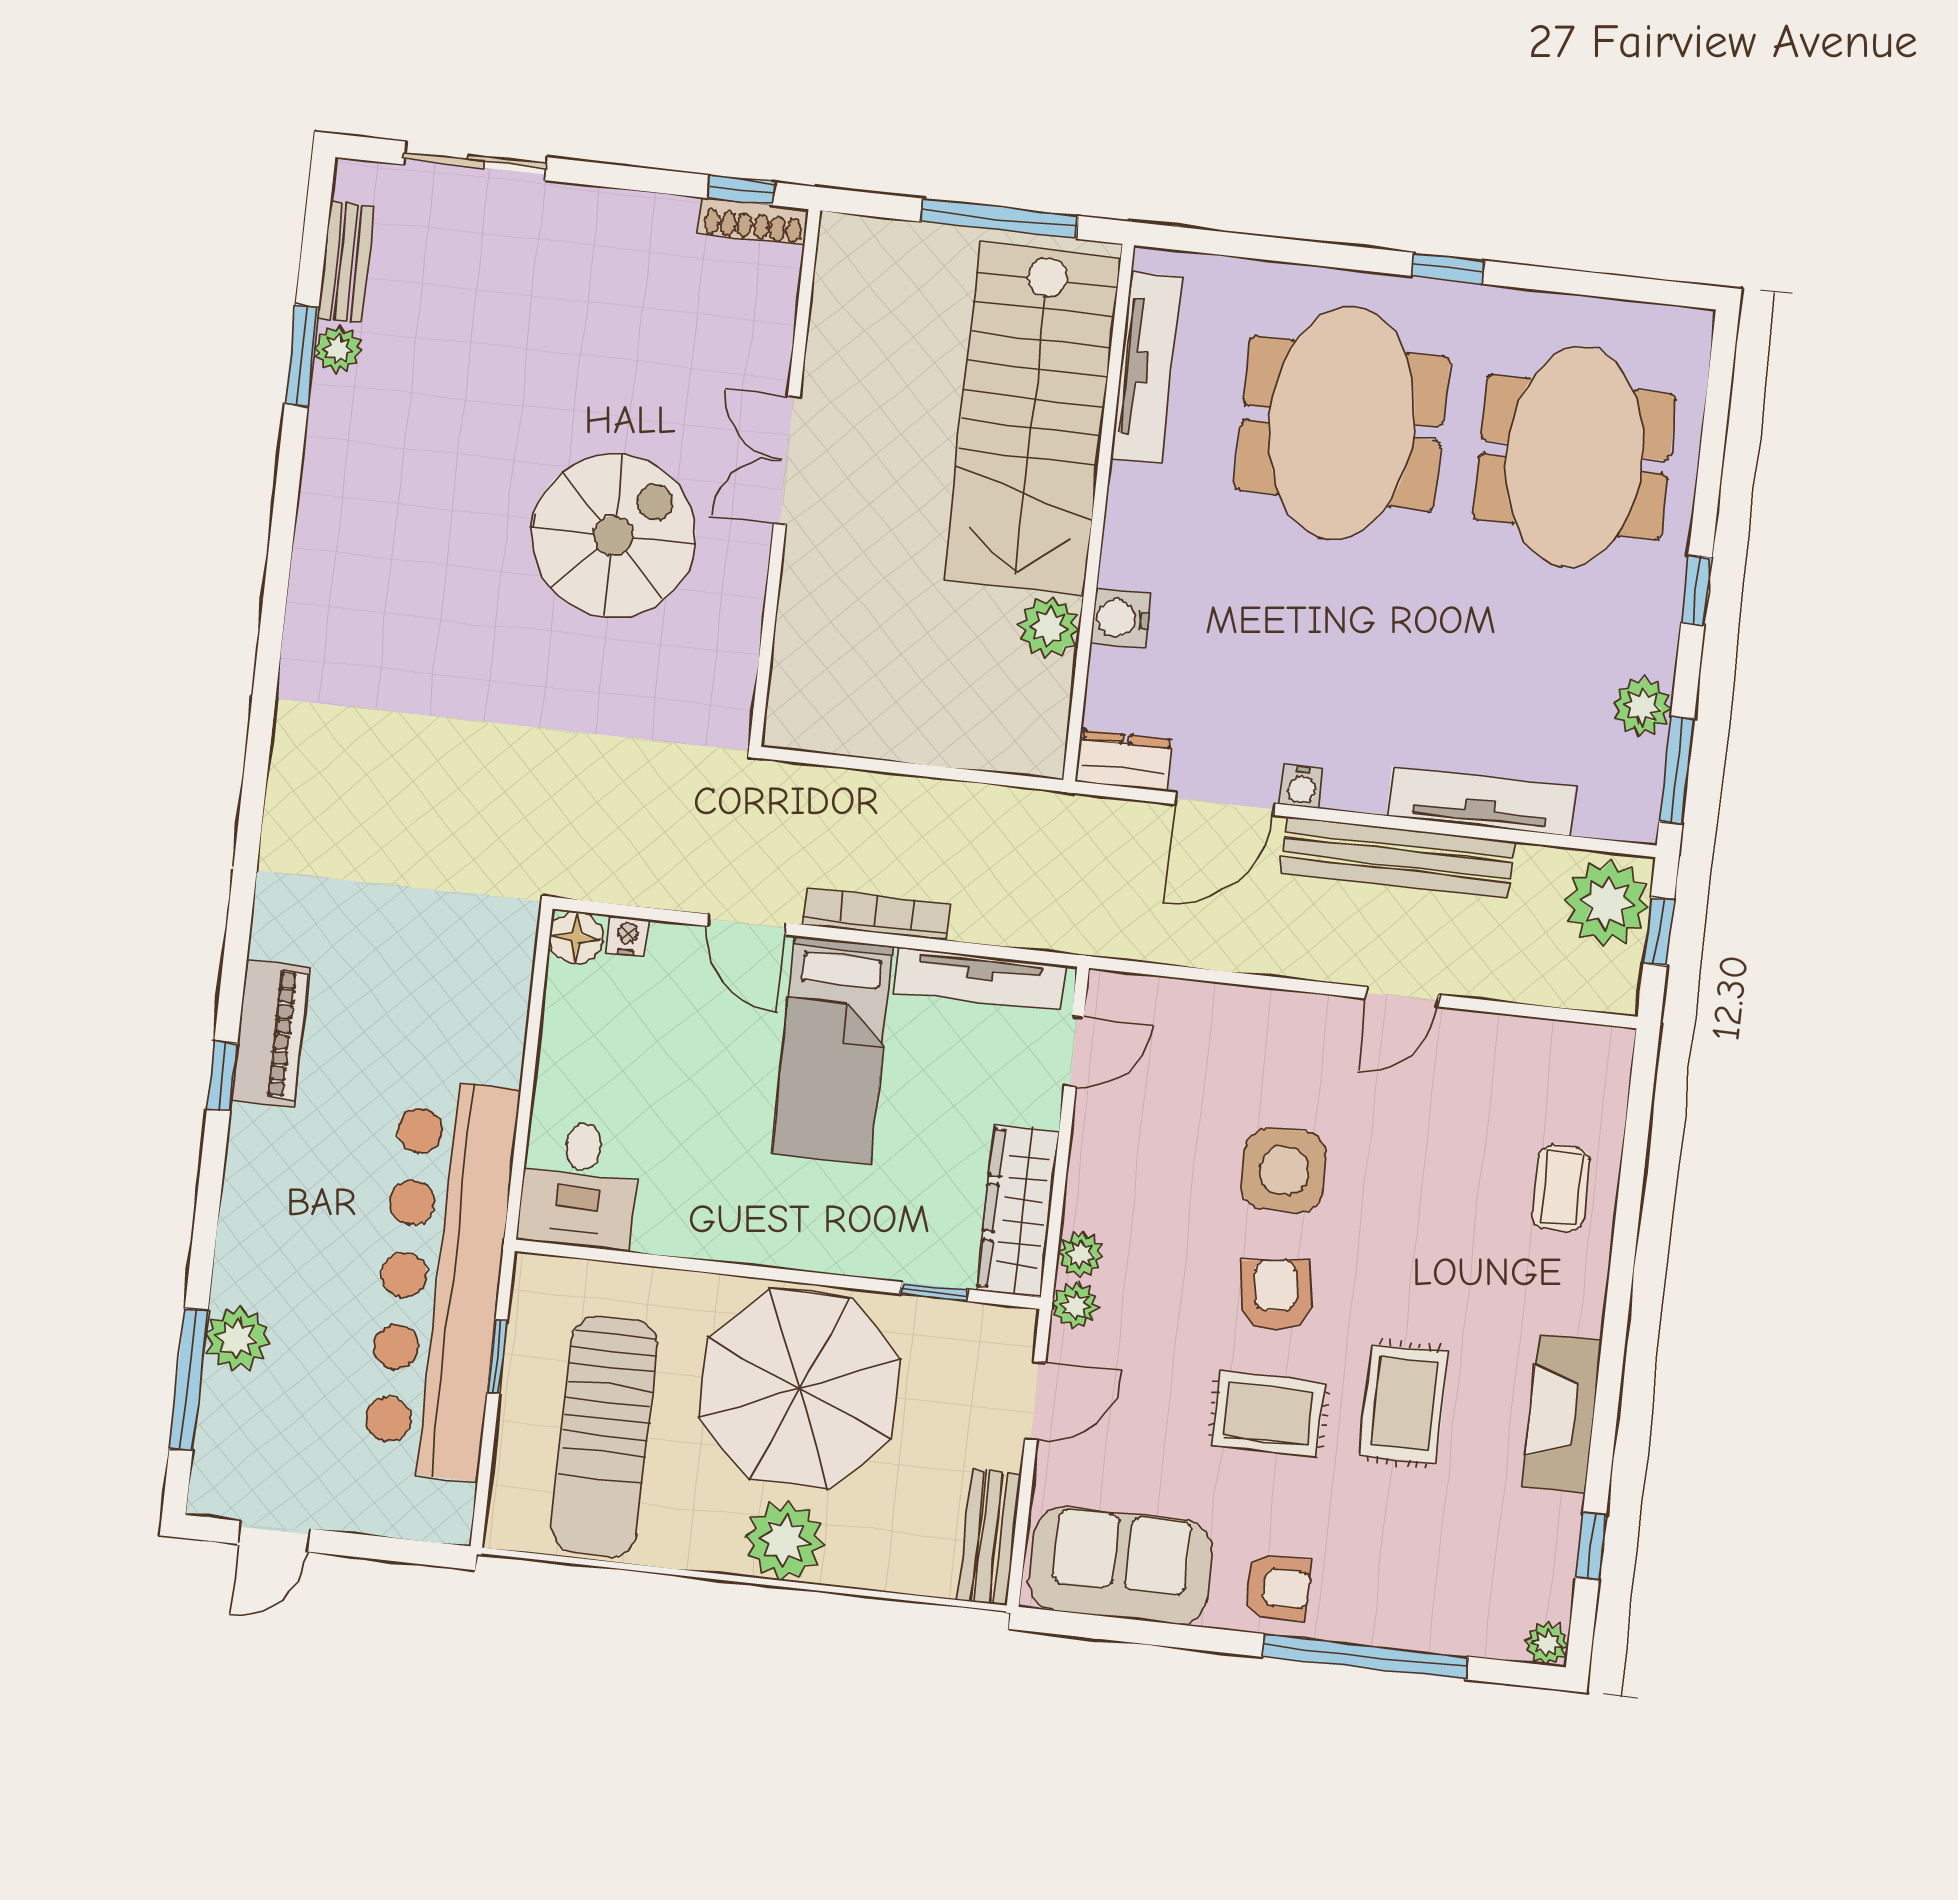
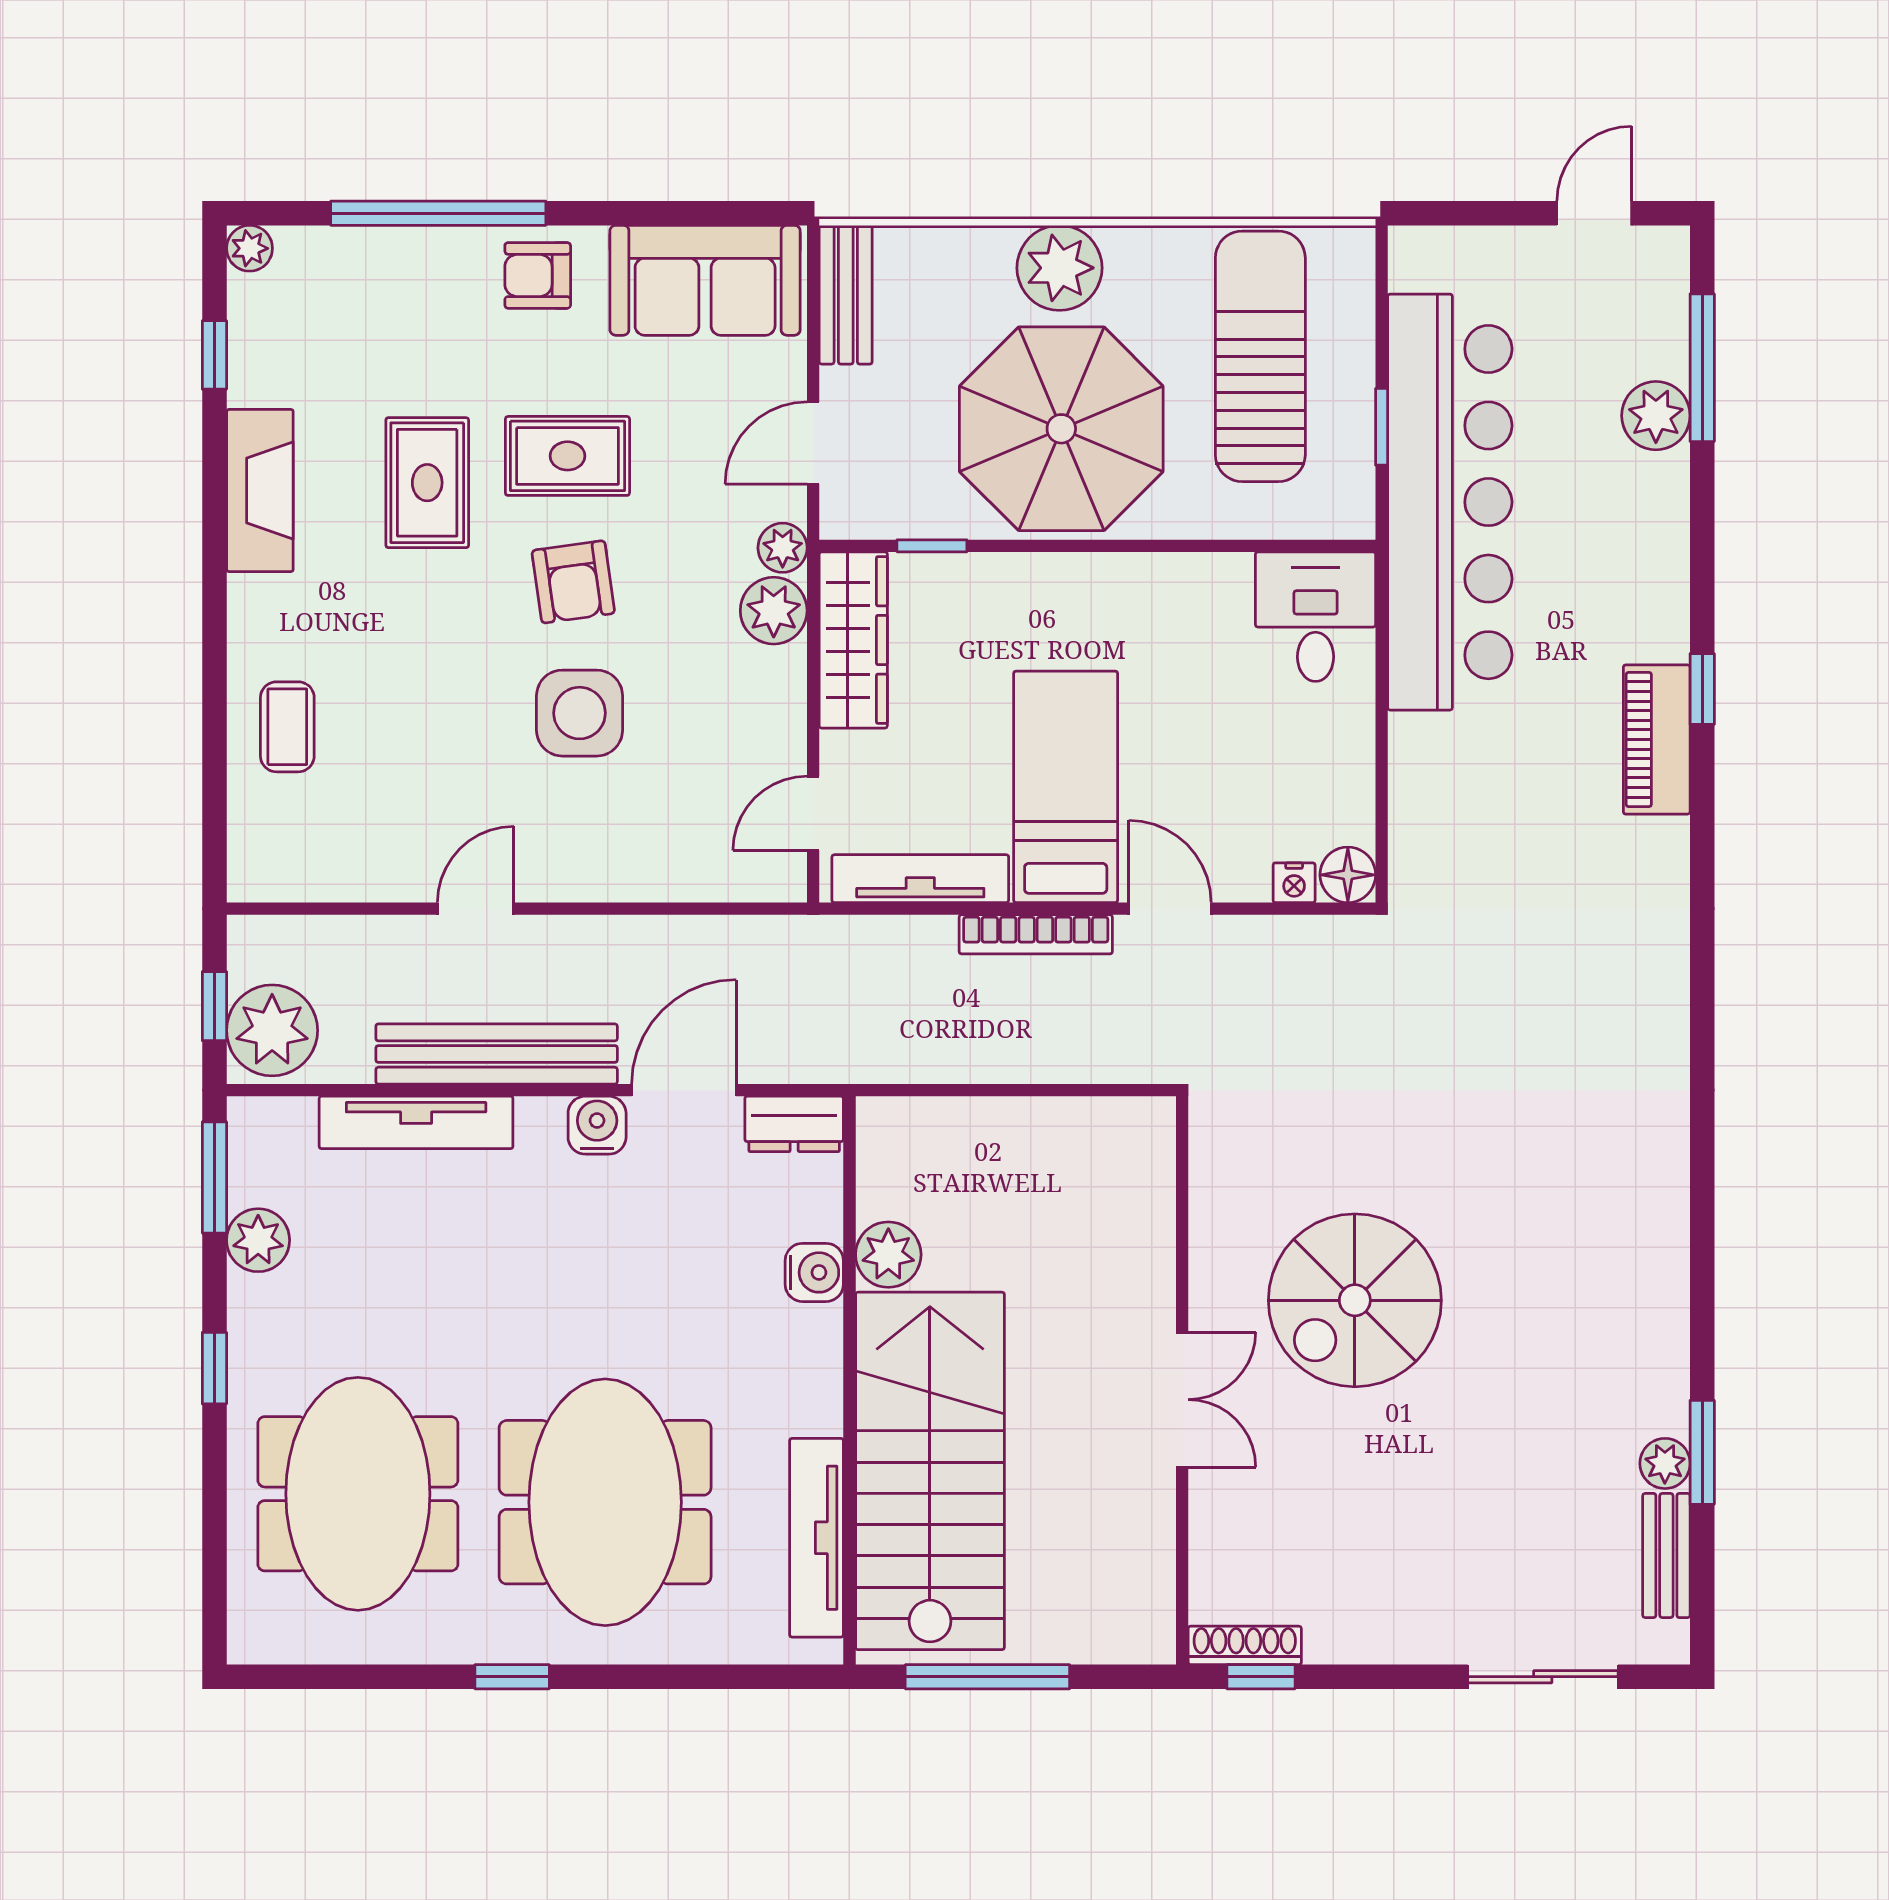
water cooler: (1302, 787) -> (597, 1125), width x1.38, depth x1.38
plant: (1080, 1255) -> (774, 611), width x1.38, depth x1.38

